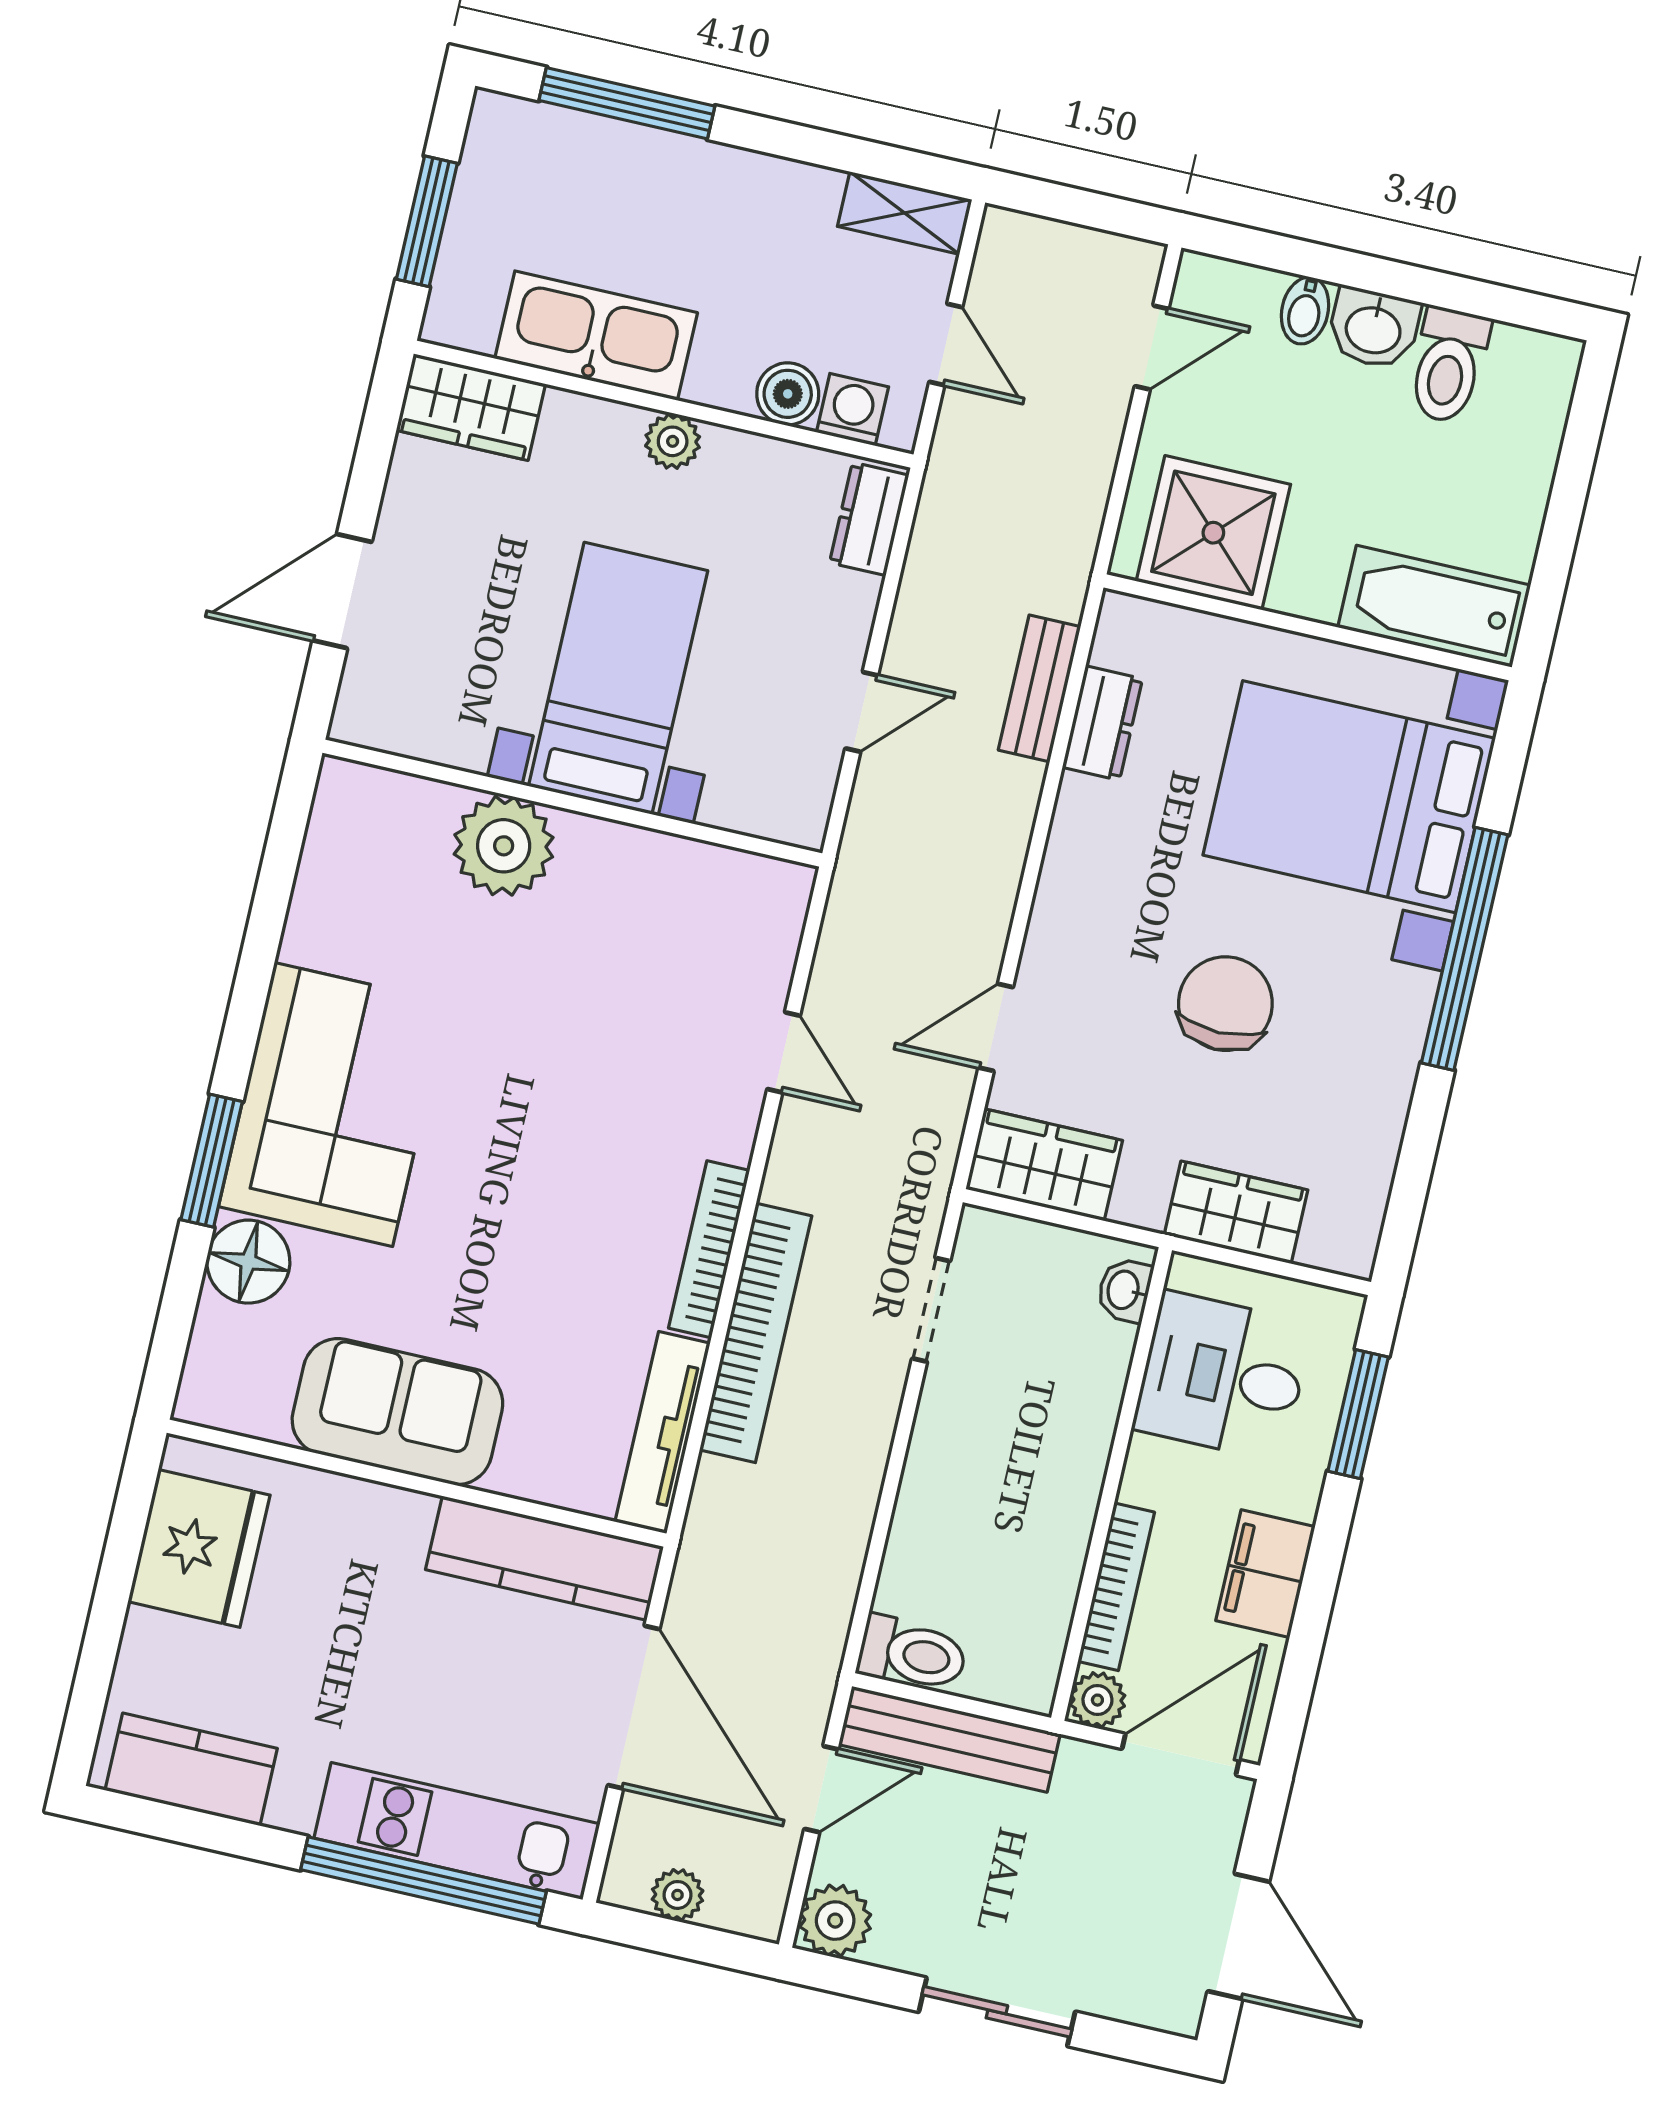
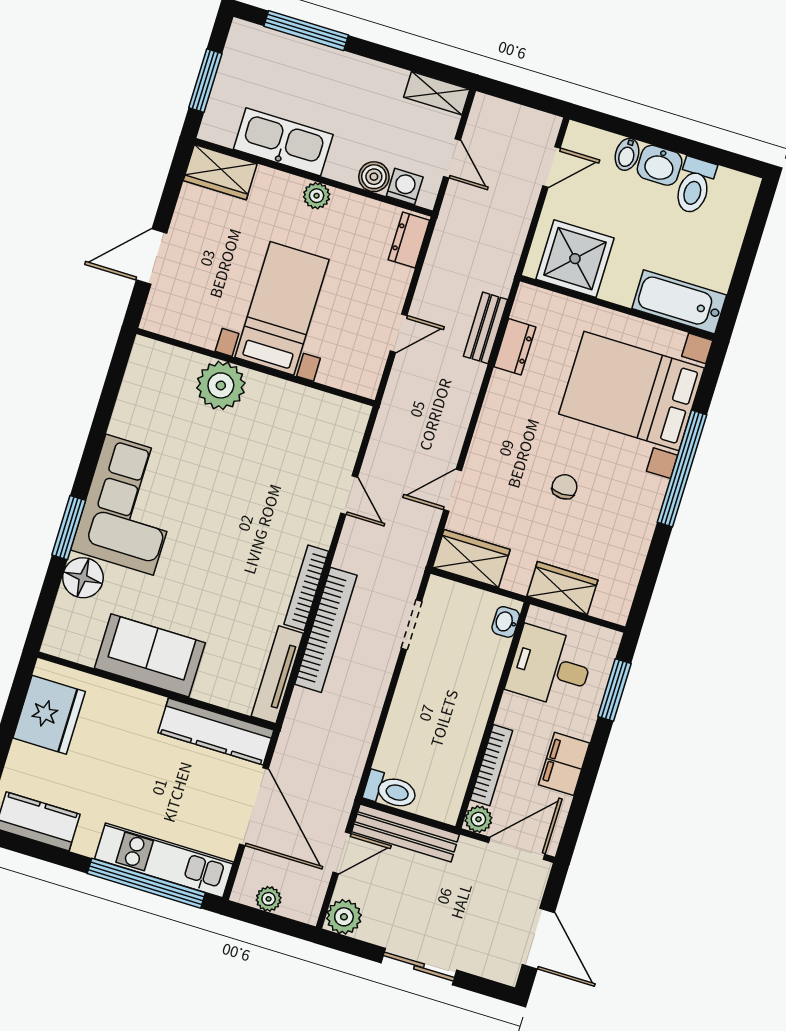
chair: (1225, 1004) -> (564, 487), width x0.54, depth x0.54

